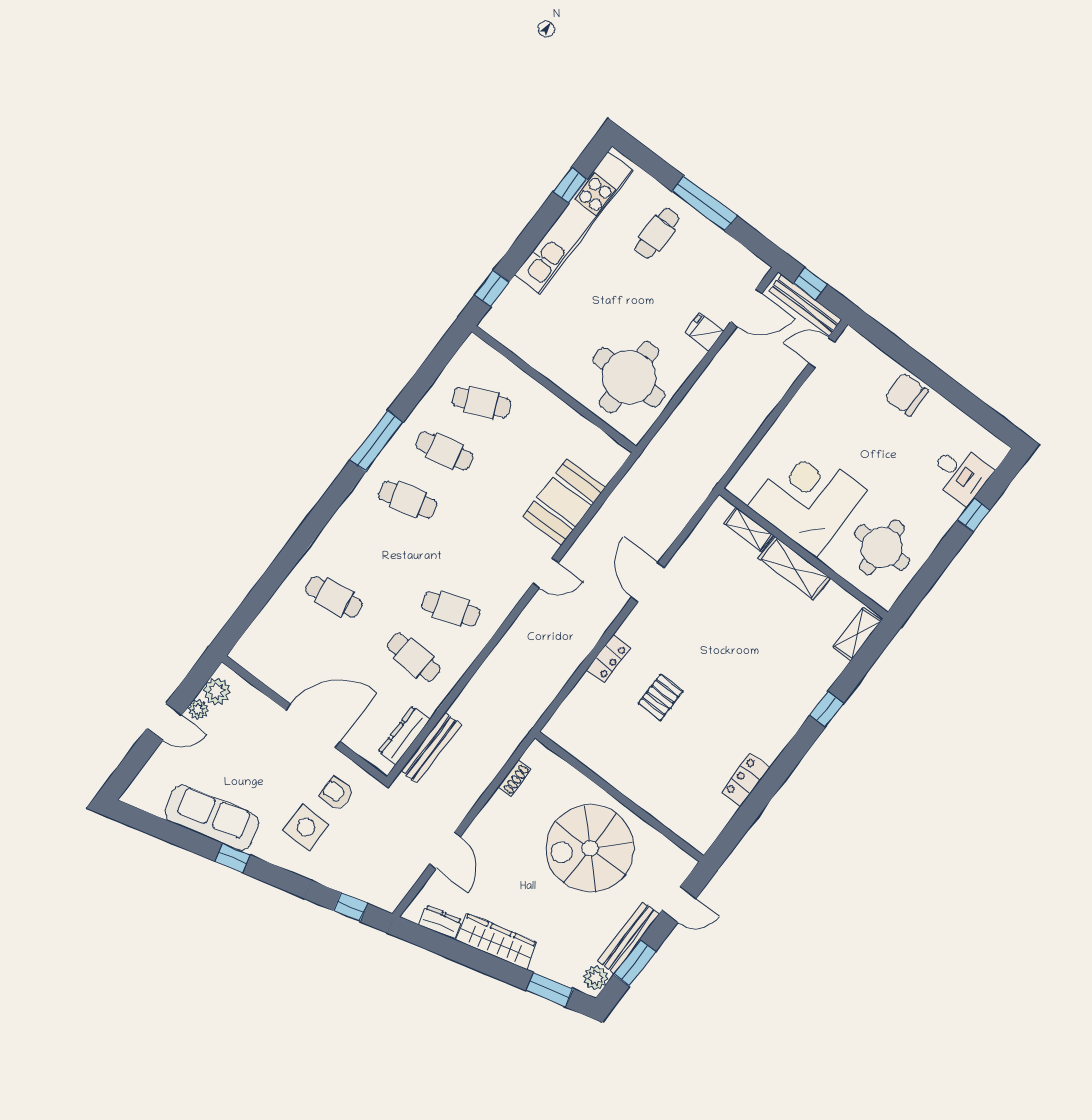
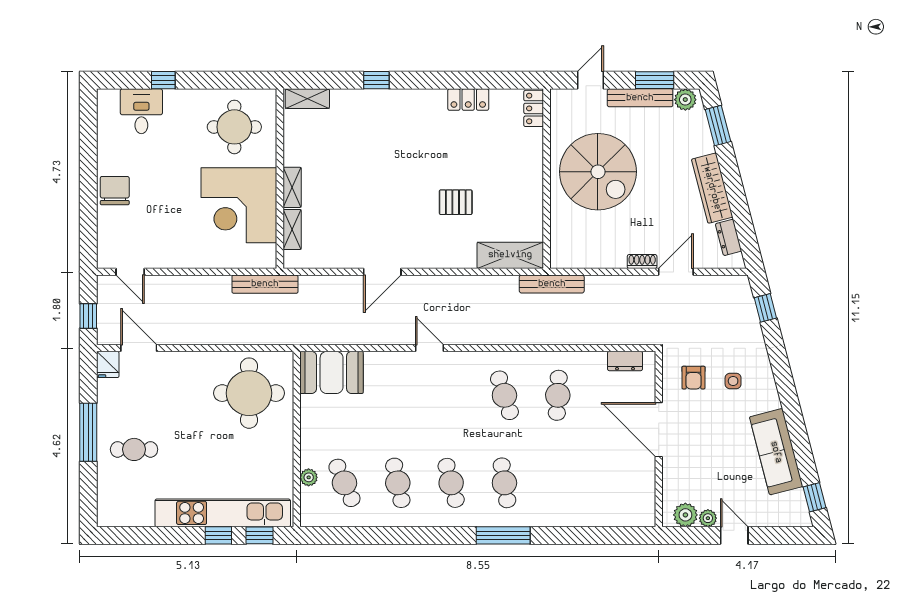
window: (570, 185) -> (218, 535), moved
kitchen unit: (574, 223) -> (223, 513), moved
bench: (805, 305) -> (265, 284), moved, turned 90
fridge: (704, 332) -> (108, 364), moved
plant: (511, 373) -> (309, 477), added
chair: (906, 394) -> (115, 191), turned 180
window: (377, 441) -> (503, 535), moved
booth: (564, 502) -> (332, 372), moved
shelving: (794, 568) -> (292, 187), width x0.67, depth x0.75
cafe table: (334, 597) -> (504, 483), moved
locker: (609, 659) -> (534, 108), moved, turned -90
shelving: (574, 711) -> (510, 255), added
dresser: (404, 735) -> (625, 361), width x0.70
bench: (431, 748) -> (552, 284), moved
shoe rack: (514, 778) -> (642, 262), moved
side table: (306, 827) -> (733, 381), width x0.54, depth x0.54
window: (233, 858) -> (814, 497), moved
door: (679, 905) -> (590, 80), hinge flipped

